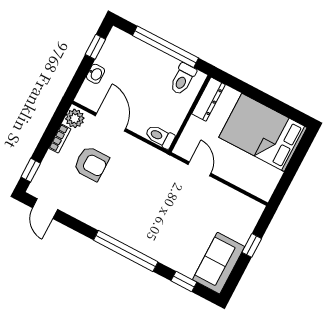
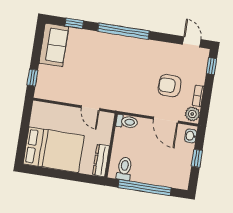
window: (95, 47) -> (197, 158), moved
washbasin: (96, 74) -> (191, 136), moved
window: (252, 245) -> (32, 78), moved

